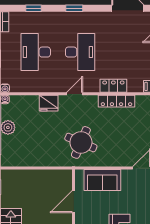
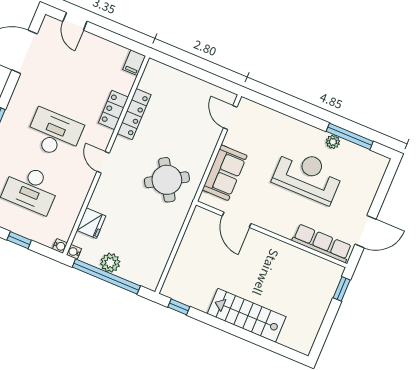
fridge: (49, 103) -> (91, 223), moved
round table: (81, 142) -> (167, 180), turned 36

